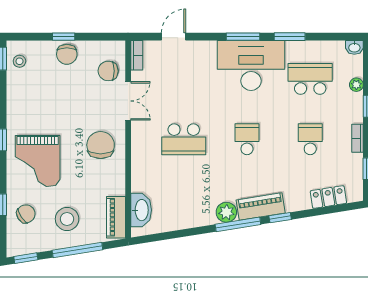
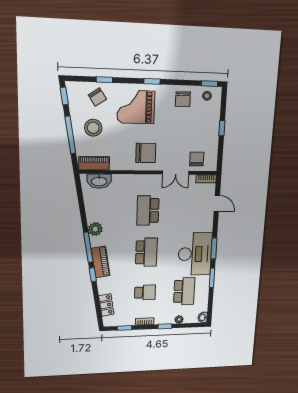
chair: (67, 54) -> (183, 99), moved, turned -90
school desk: (247, 139) -> (146, 252), width x1.85
plant: (226, 212) -> (95, 229), moved

